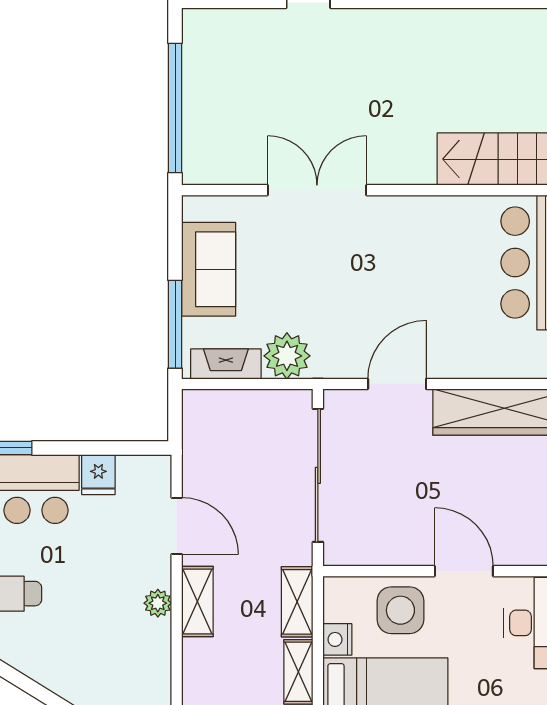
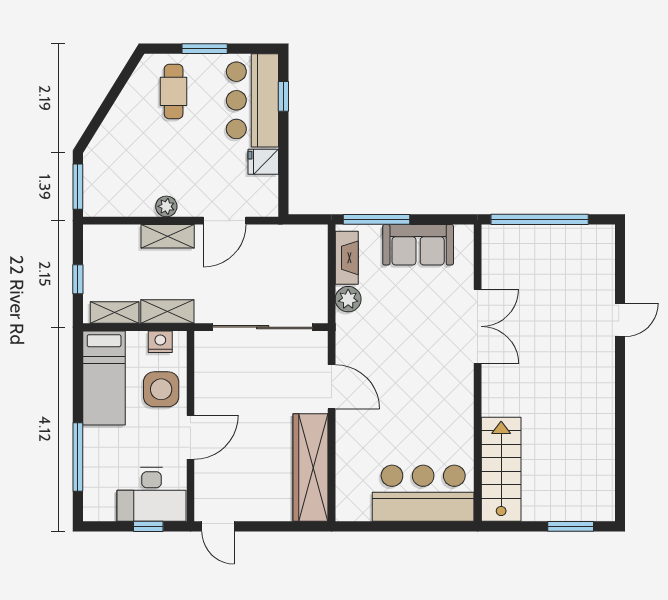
plant: (287, 356) -> (348, 299), width x0.73, depth x0.73
nightstand: (337, 639) -> (160, 342), moved

